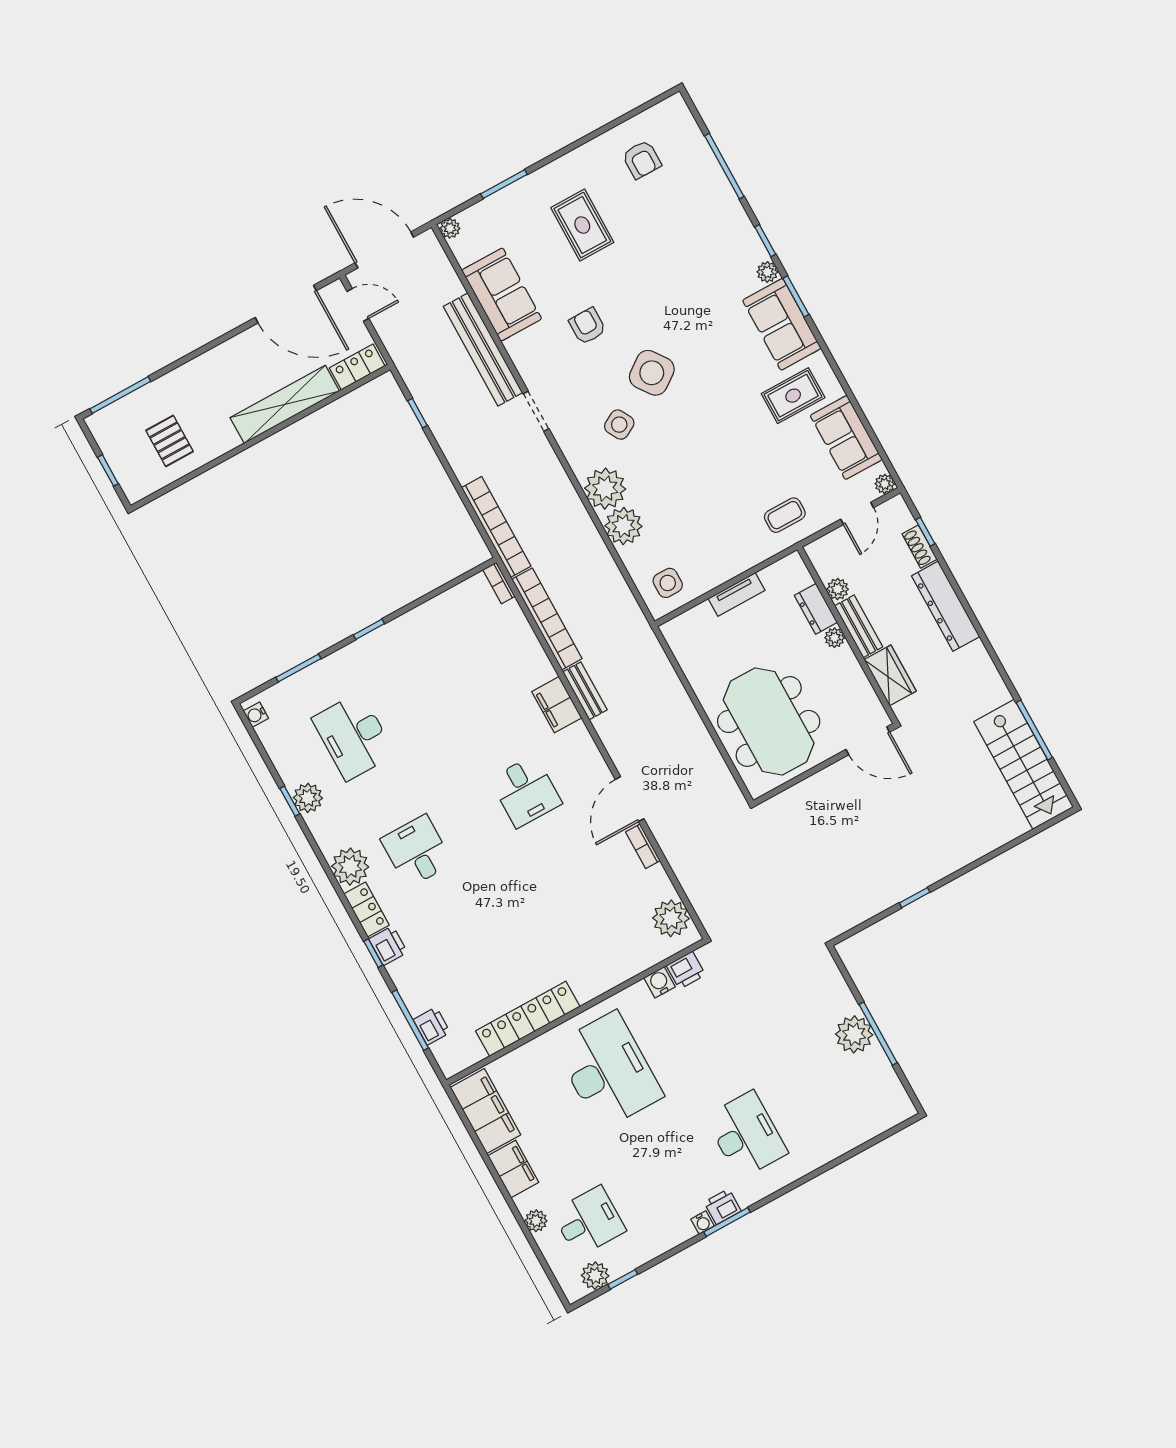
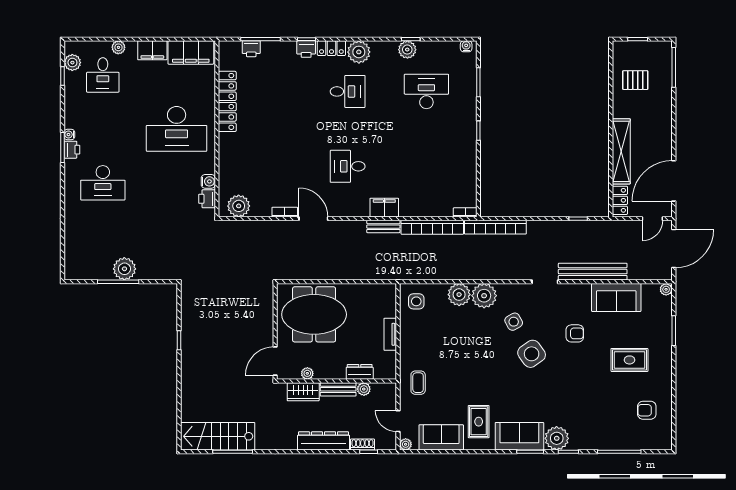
plant: (767, 272) -> (557, 438), width x1.87, depth x1.87
plant: (835, 638) -> (307, 373), moved

